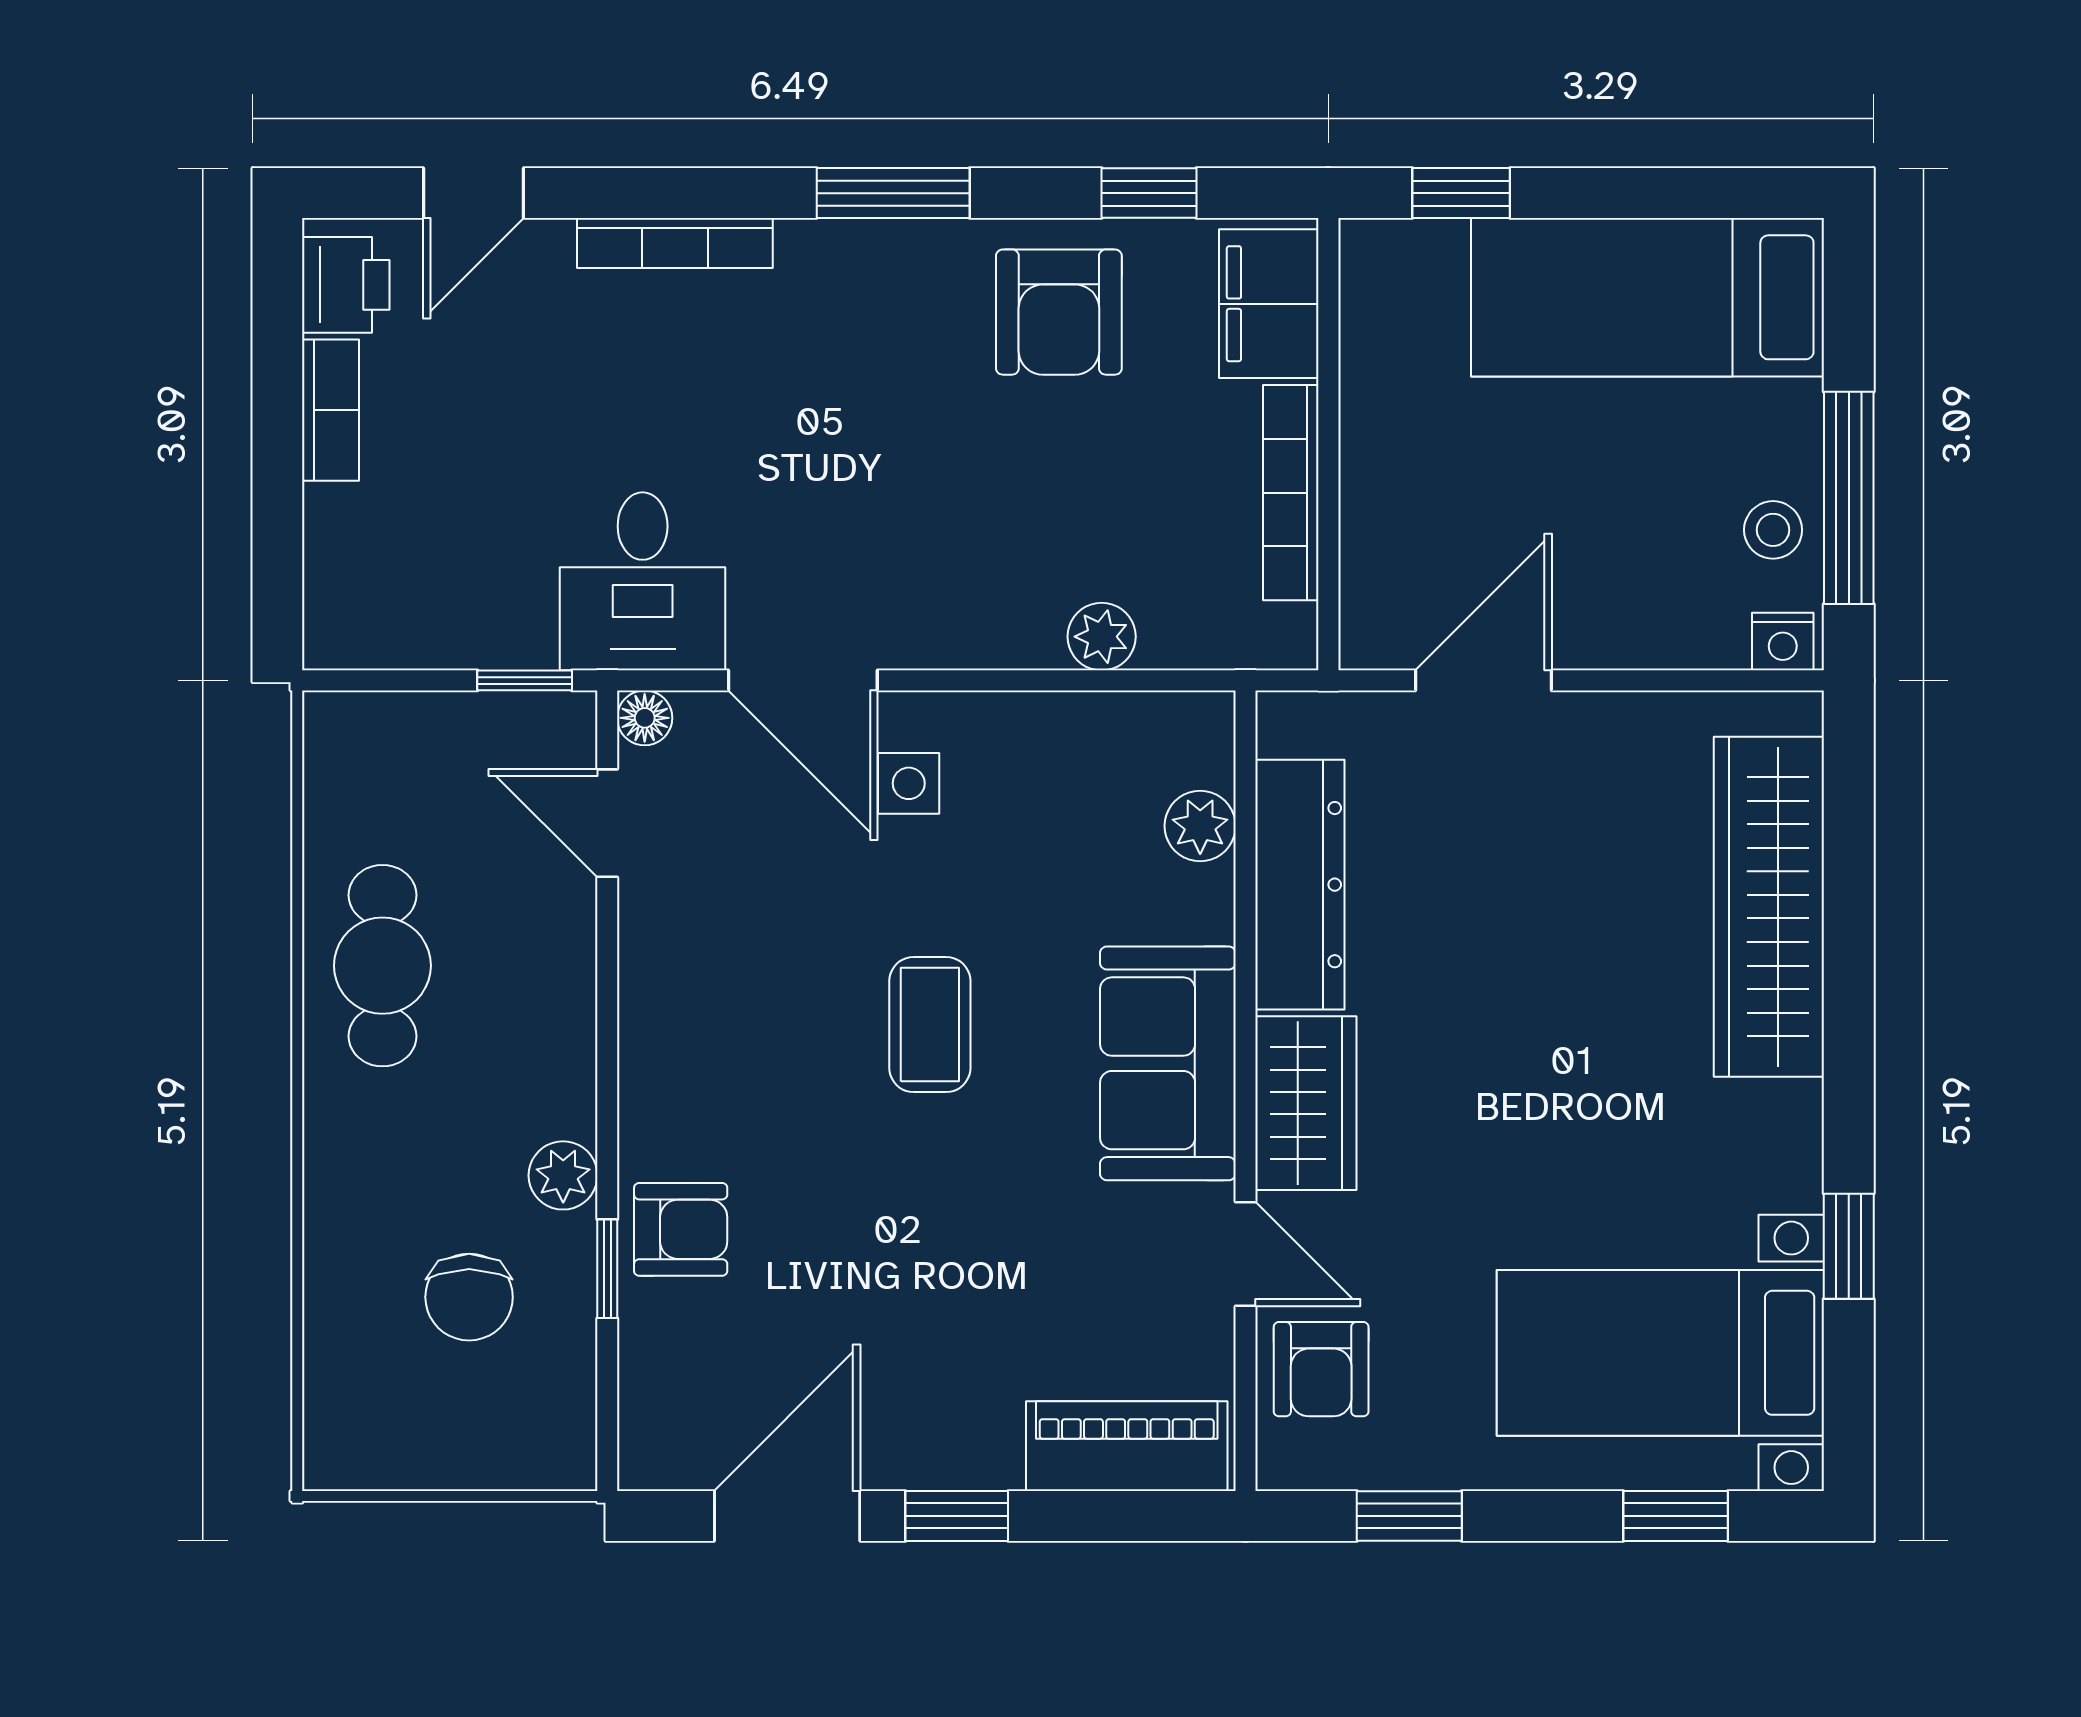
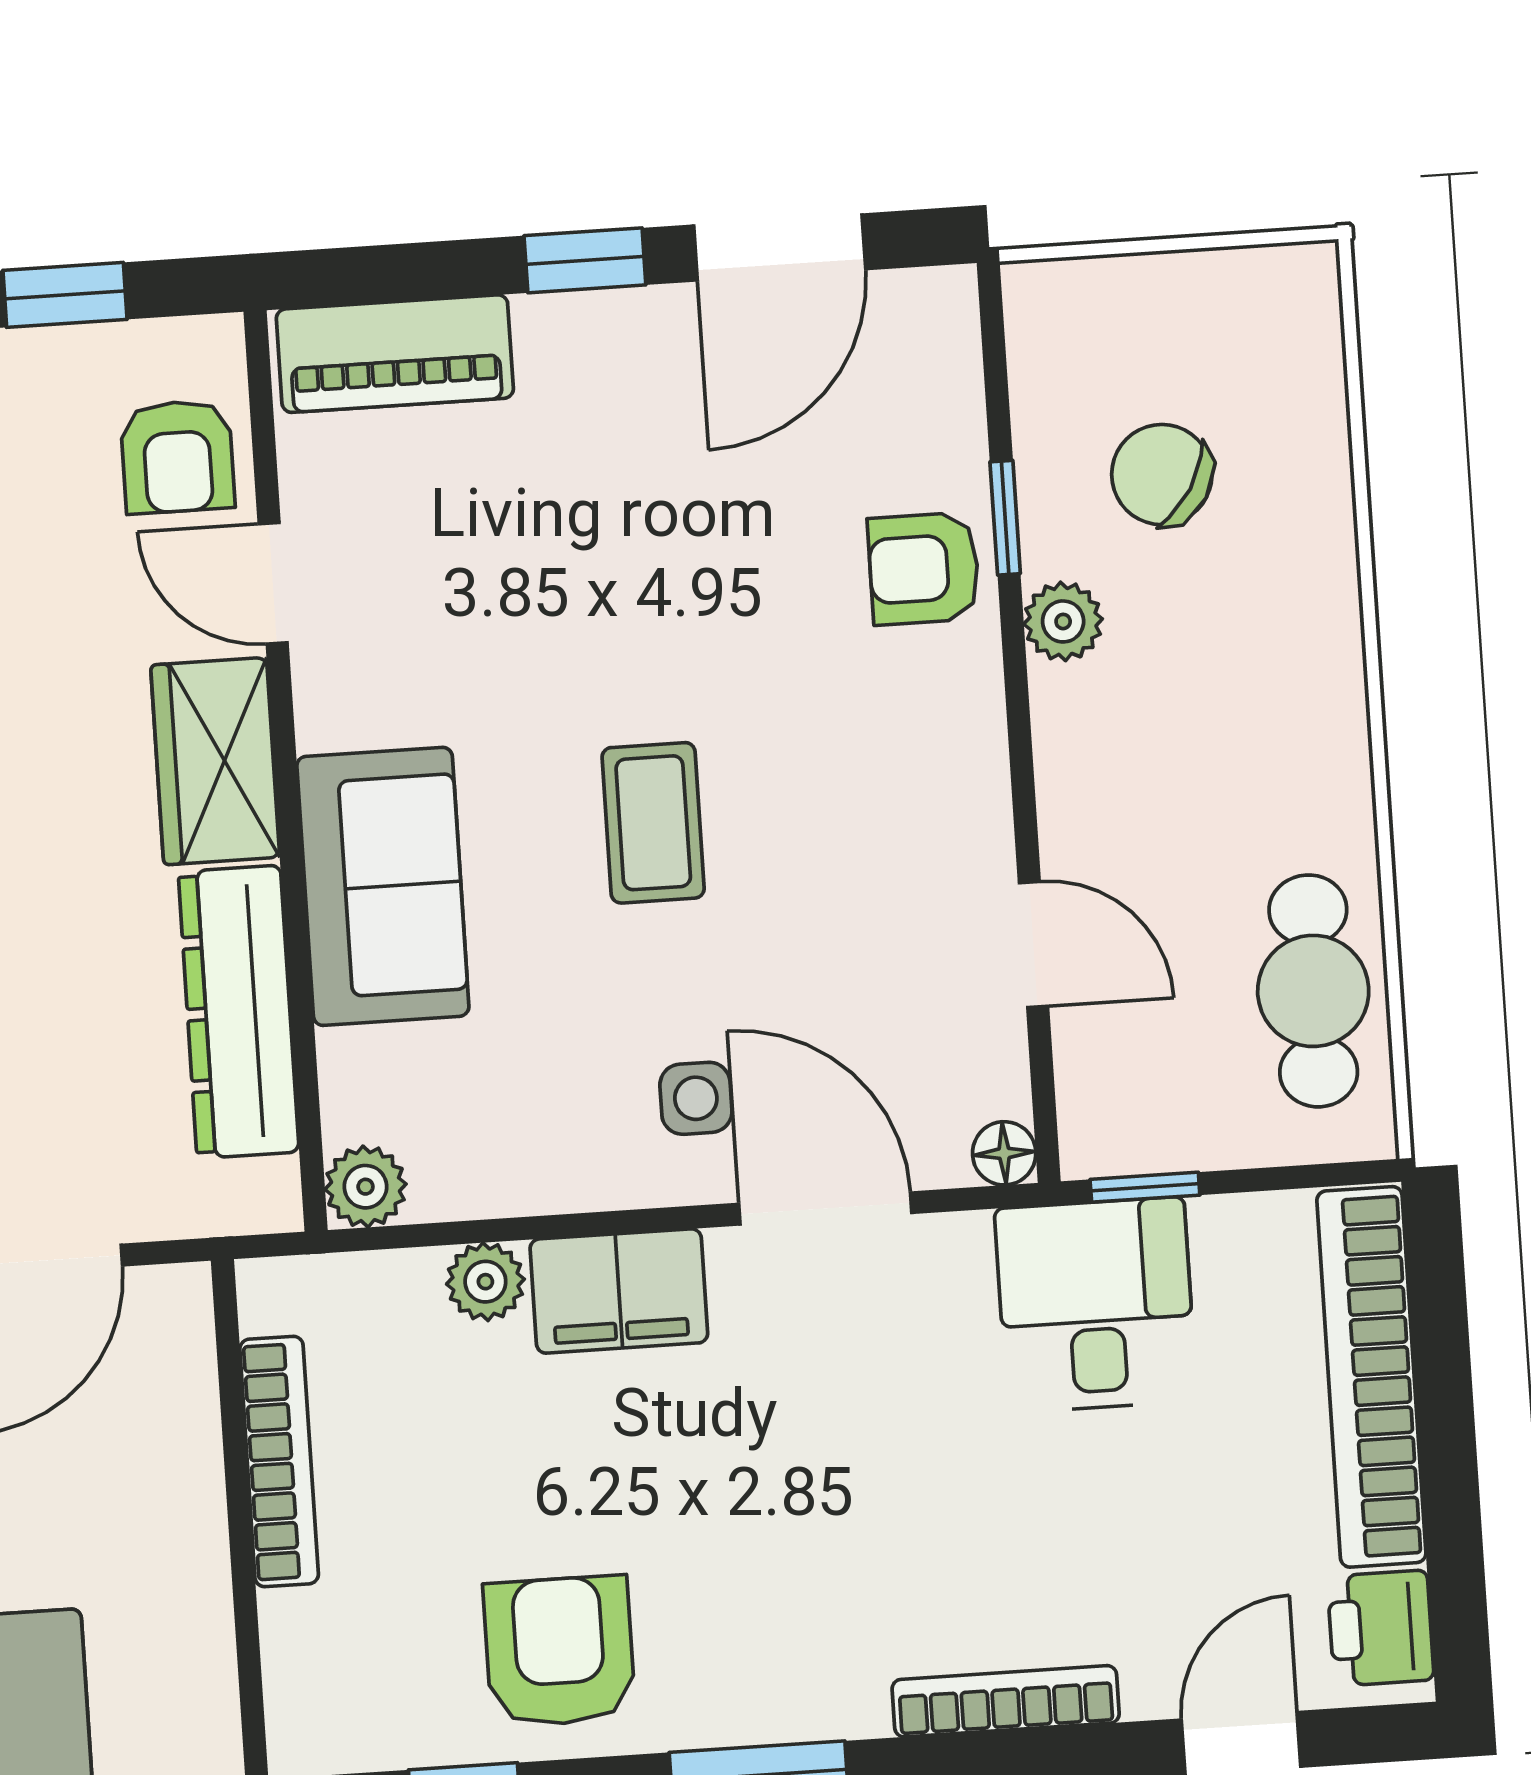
filing cabinet: (1269, 304) -> (619, 1291), moved, turned 90
bookcase: (331, 410) -> (1371, 1377), width x2.31, depth x1.31
desk: (643, 581) -> (1096, 1305), moved
door: (607, 823) -> (1034, 944), moved
plant: (1200, 826) -> (366, 1187), moved
cafe table: (382, 966) -> (1313, 991), moved
sofa: (1168, 1063) -> (383, 886), moved
chair: (469, 1297) -> (1162, 475), turned -59
armchair: (1321, 1369) -> (177, 457), turned 180

